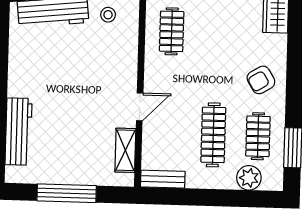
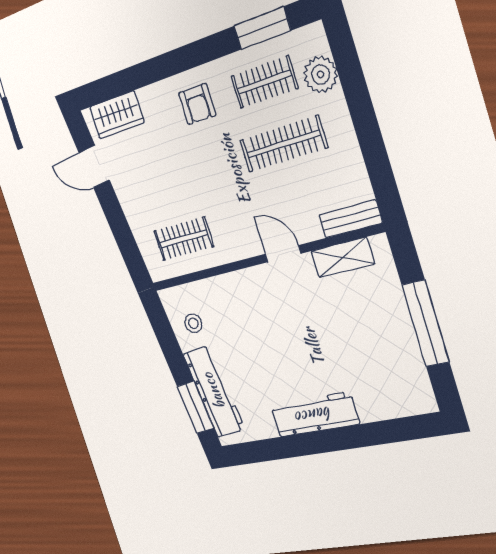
armchair: (261, 80) -> (197, 104), turned 31
workbench: (19, 132) -> (314, 415), moved
bench: (163, 179) -> (350, 219), moved, turned 90

